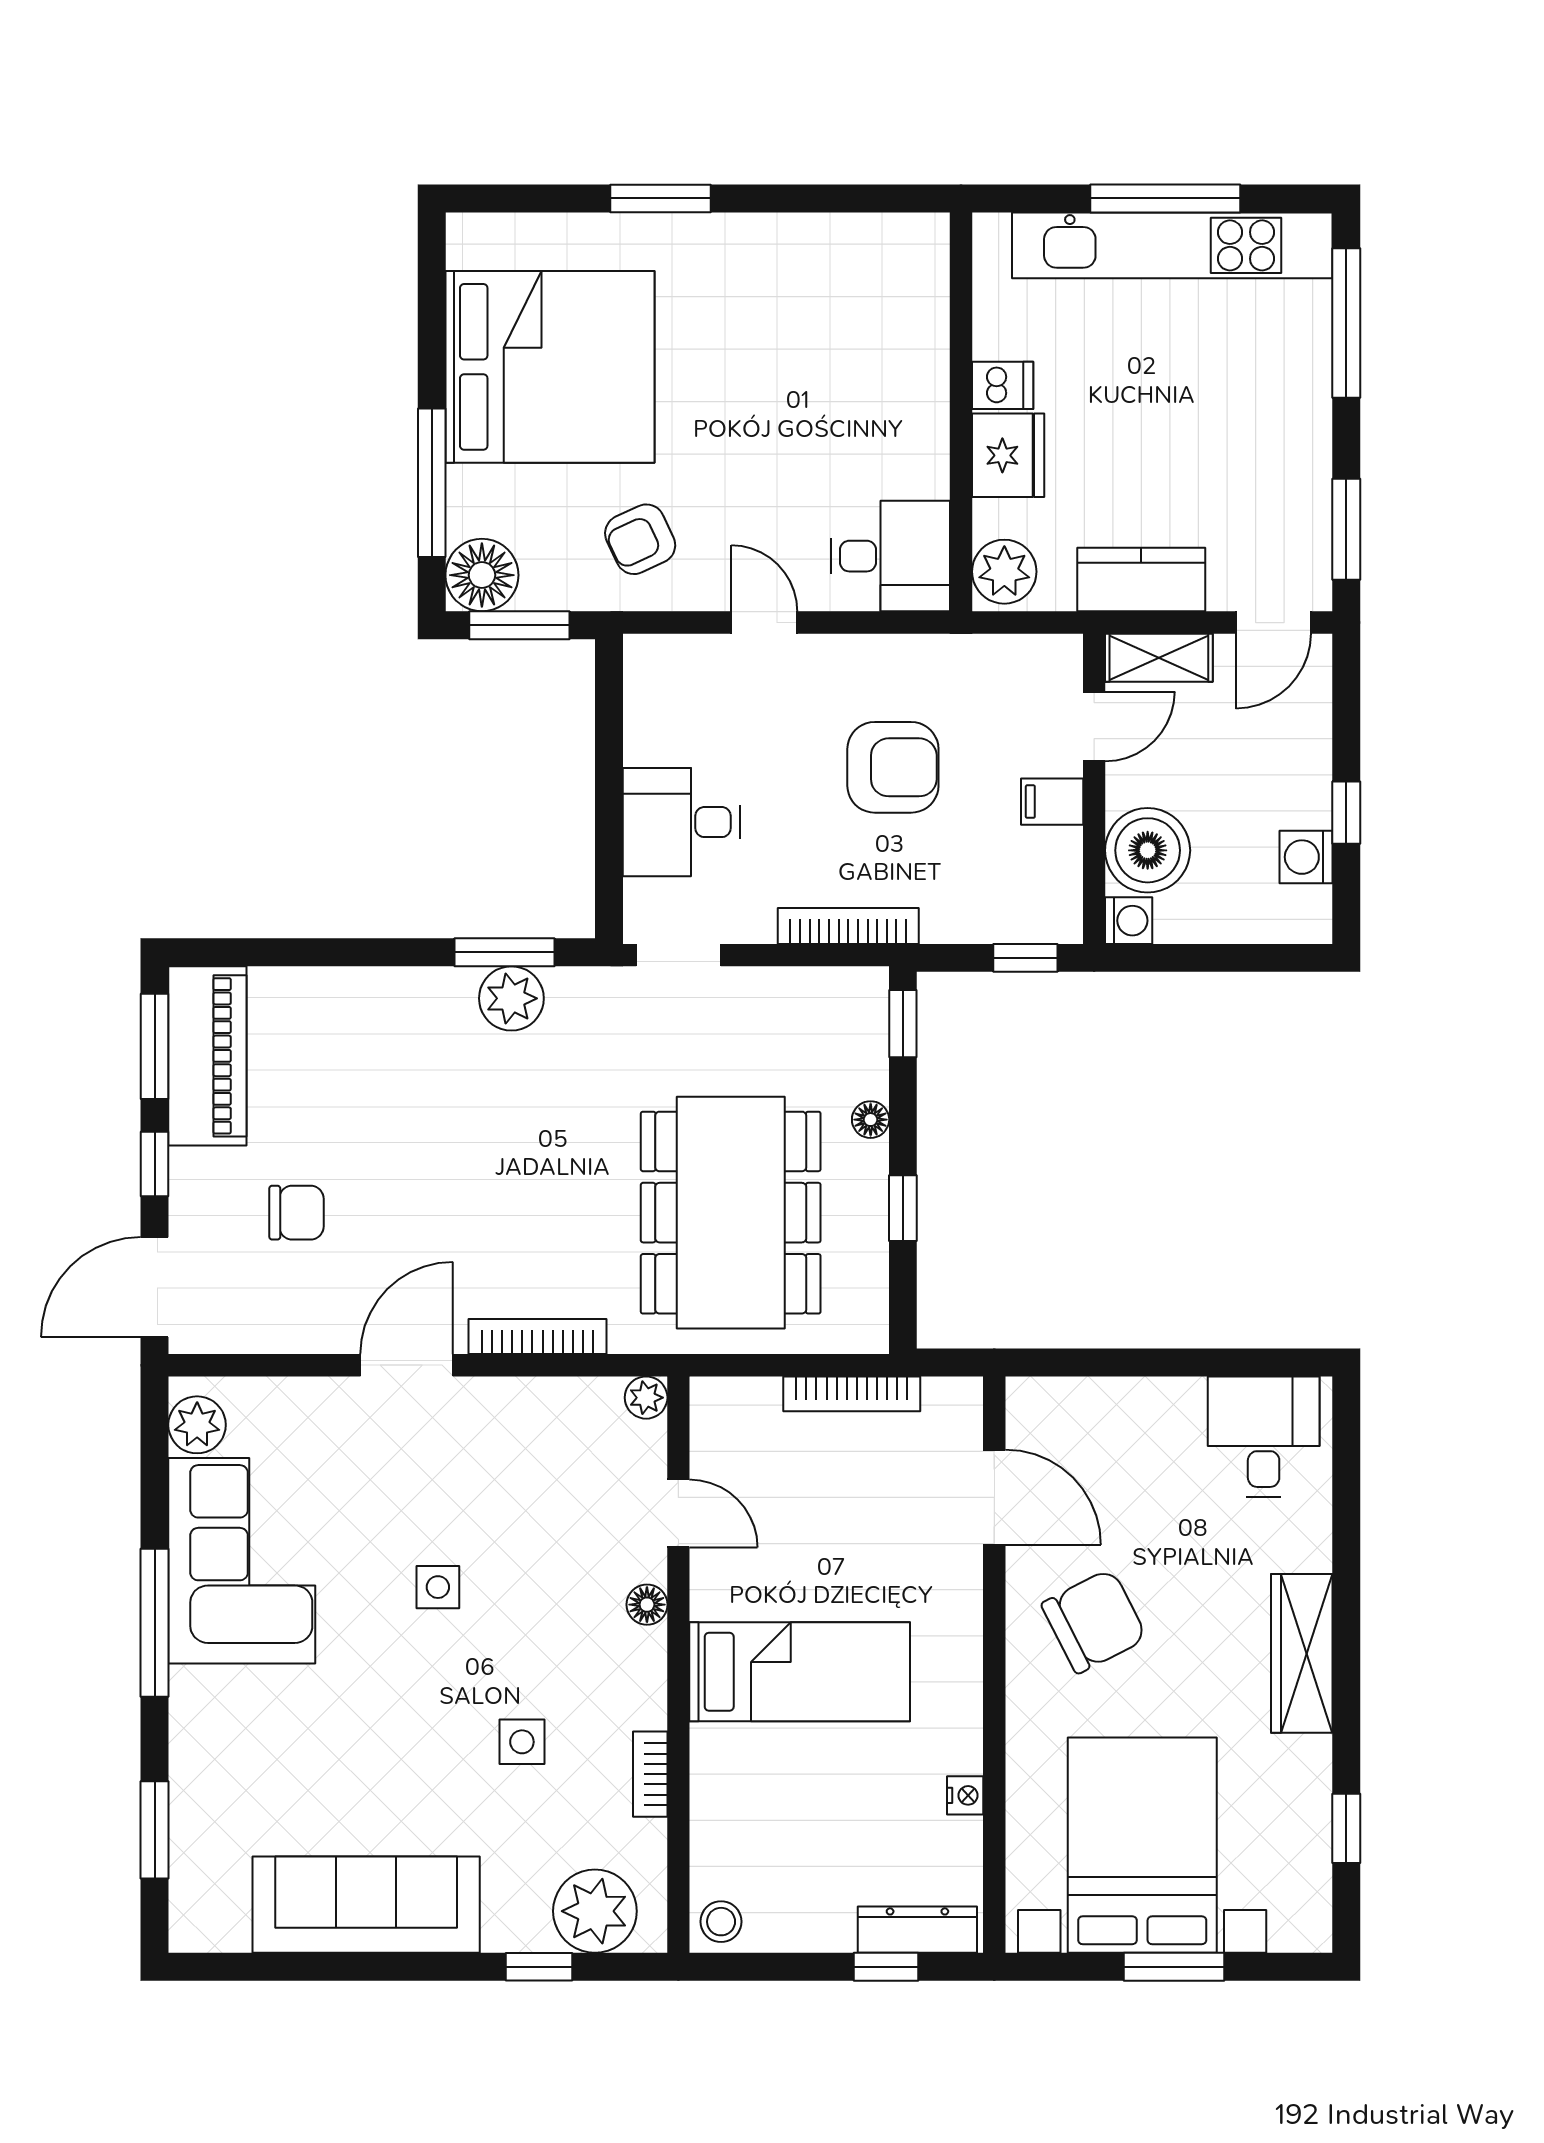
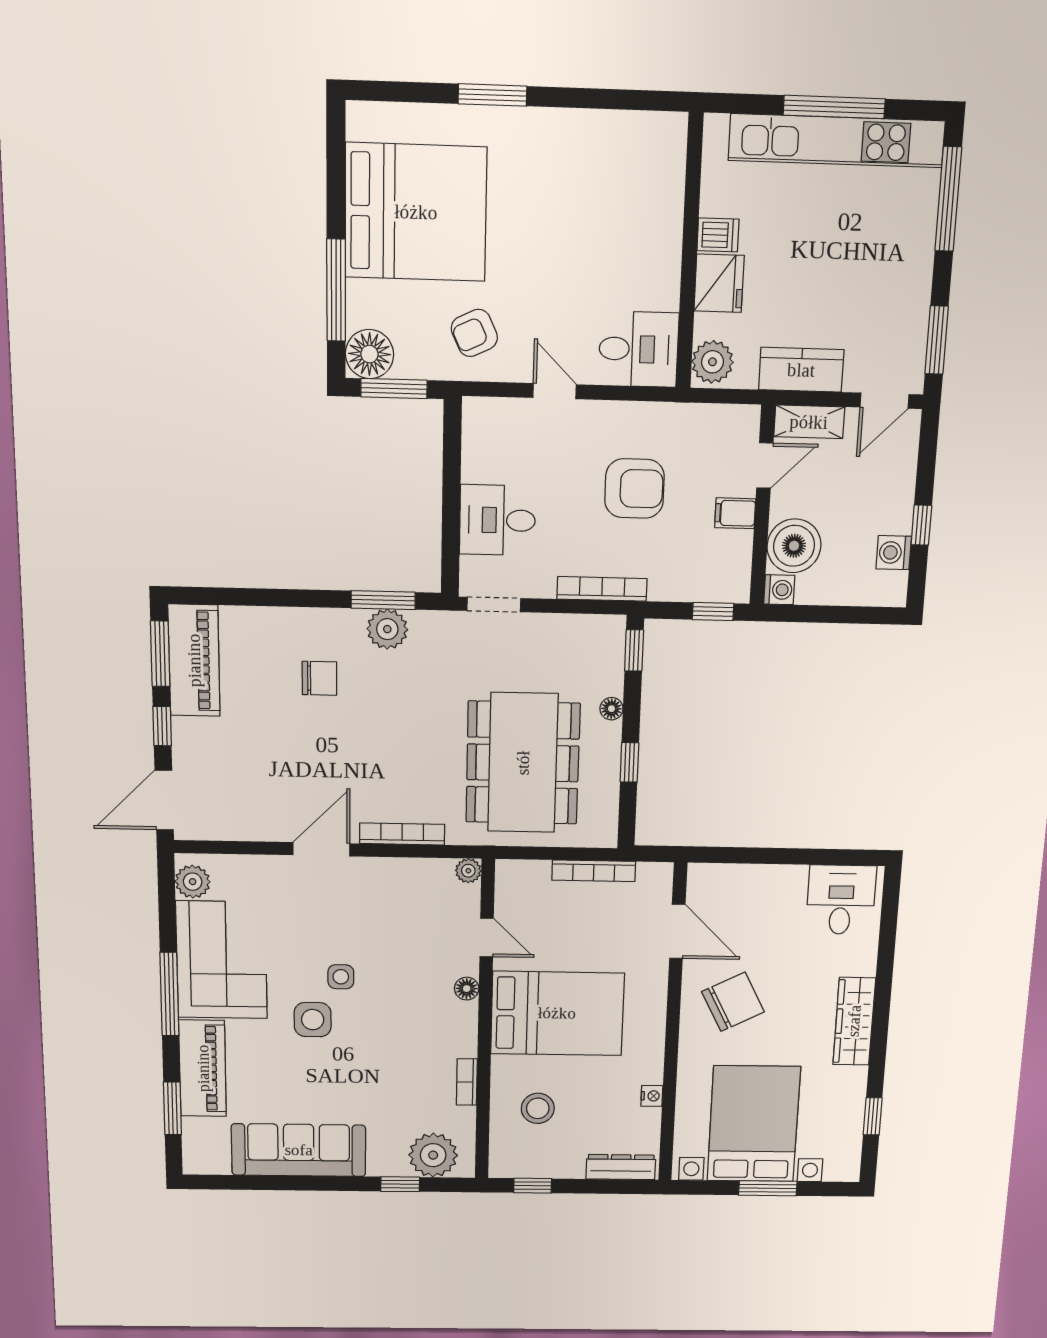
chair: (296, 1213) -> (319, 678), moved
bed: (800, 1672) -> (557, 1013), width x1.50
side table: (522, 1742) -> (313, 1020), moved, width x1.37, depth x1.37
piano: (206, 1756) -> (203, 1068), added
stool: (721, 1922) -> (538, 1108), moved, width x1.37, depth x1.37
window: (886, 1967) -> (533, 1186), moved

